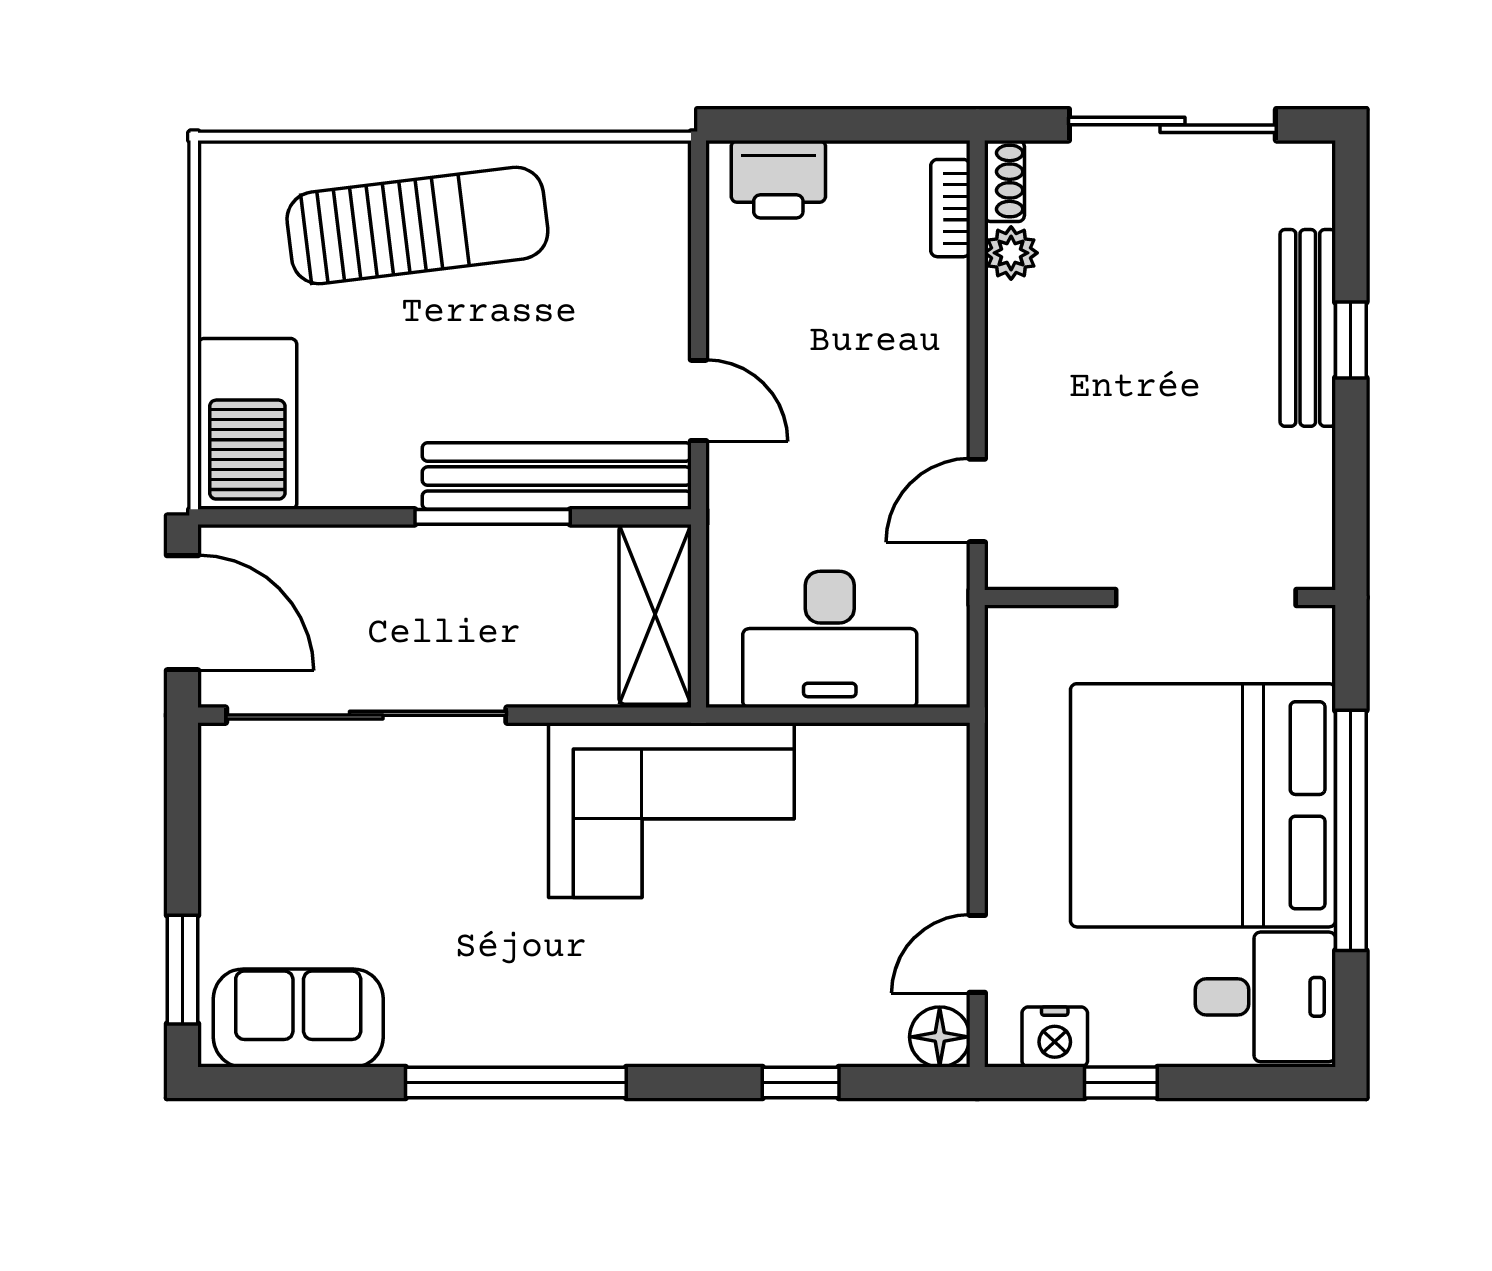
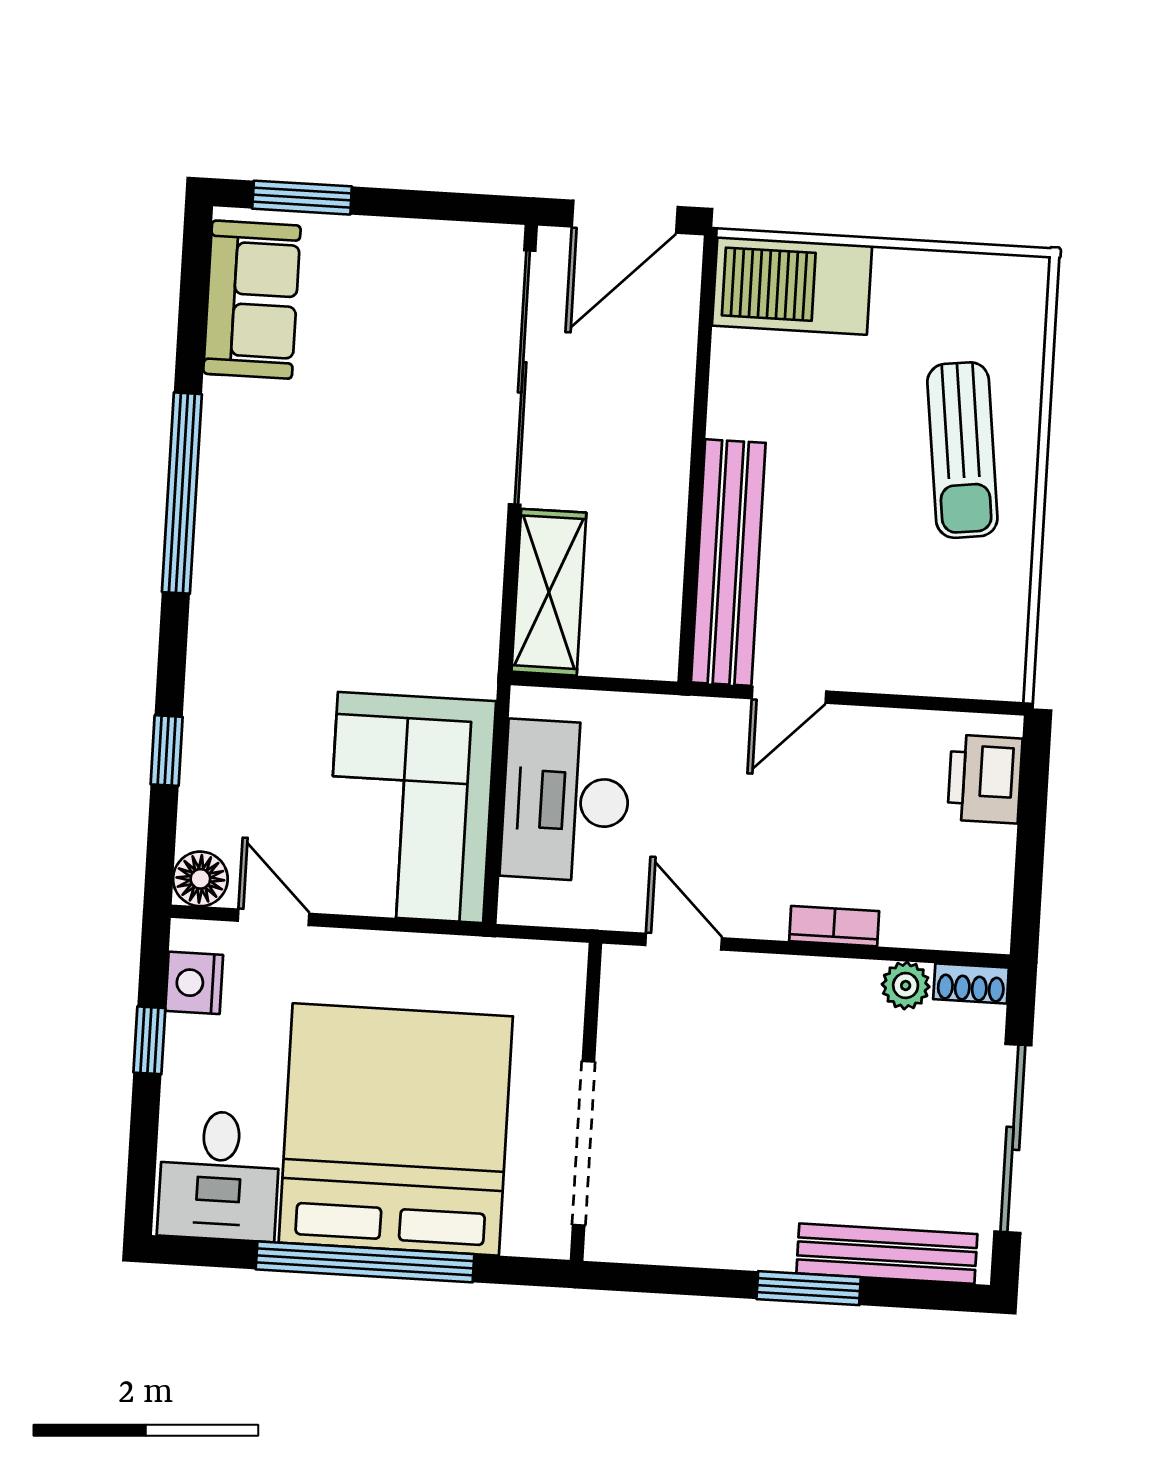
bookcase: (950, 208) -> (834, 926), moved
sun lounger: (417, 225) -> (962, 450), width x0.73, depth x0.75
bench: (1308, 328) -> (887, 1254), moved
window: (1351, 340) -> (809, 1288), width x1.50
window: (493, 517) -> (695, 502), removed
shelving: (655, 614) -> (549, 592), moved, turned 90
corner sofa: (671, 810) -> (411, 807), moved

